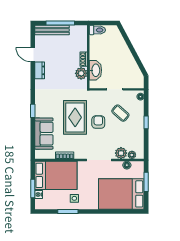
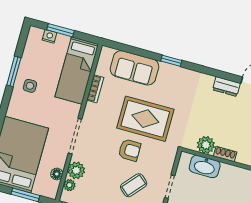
bed: (56, 175) -> (77, 70), width x0.67

